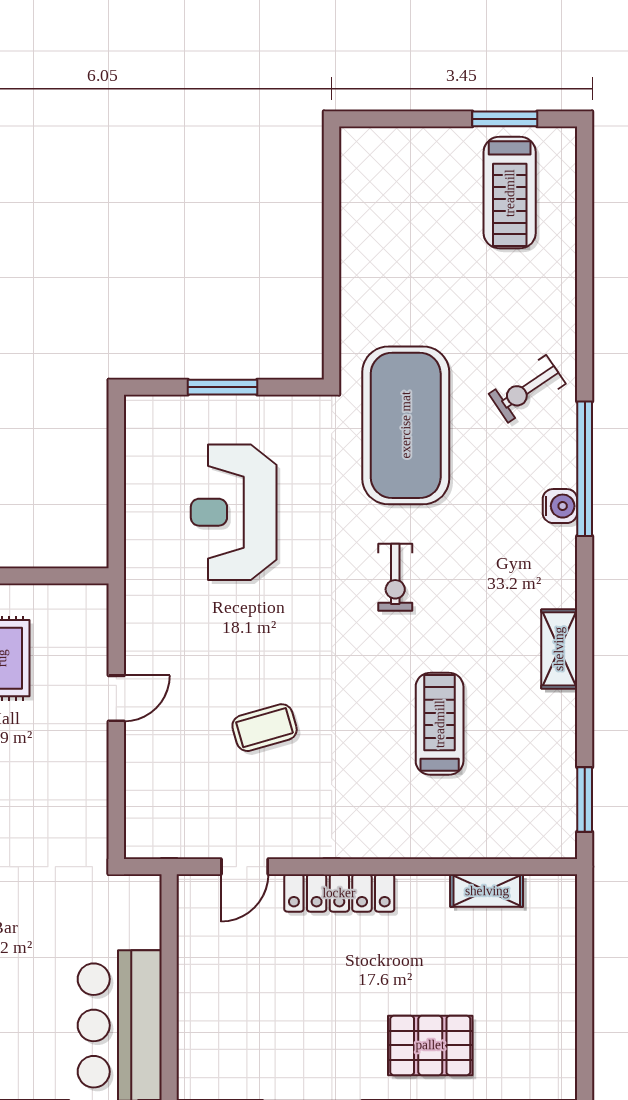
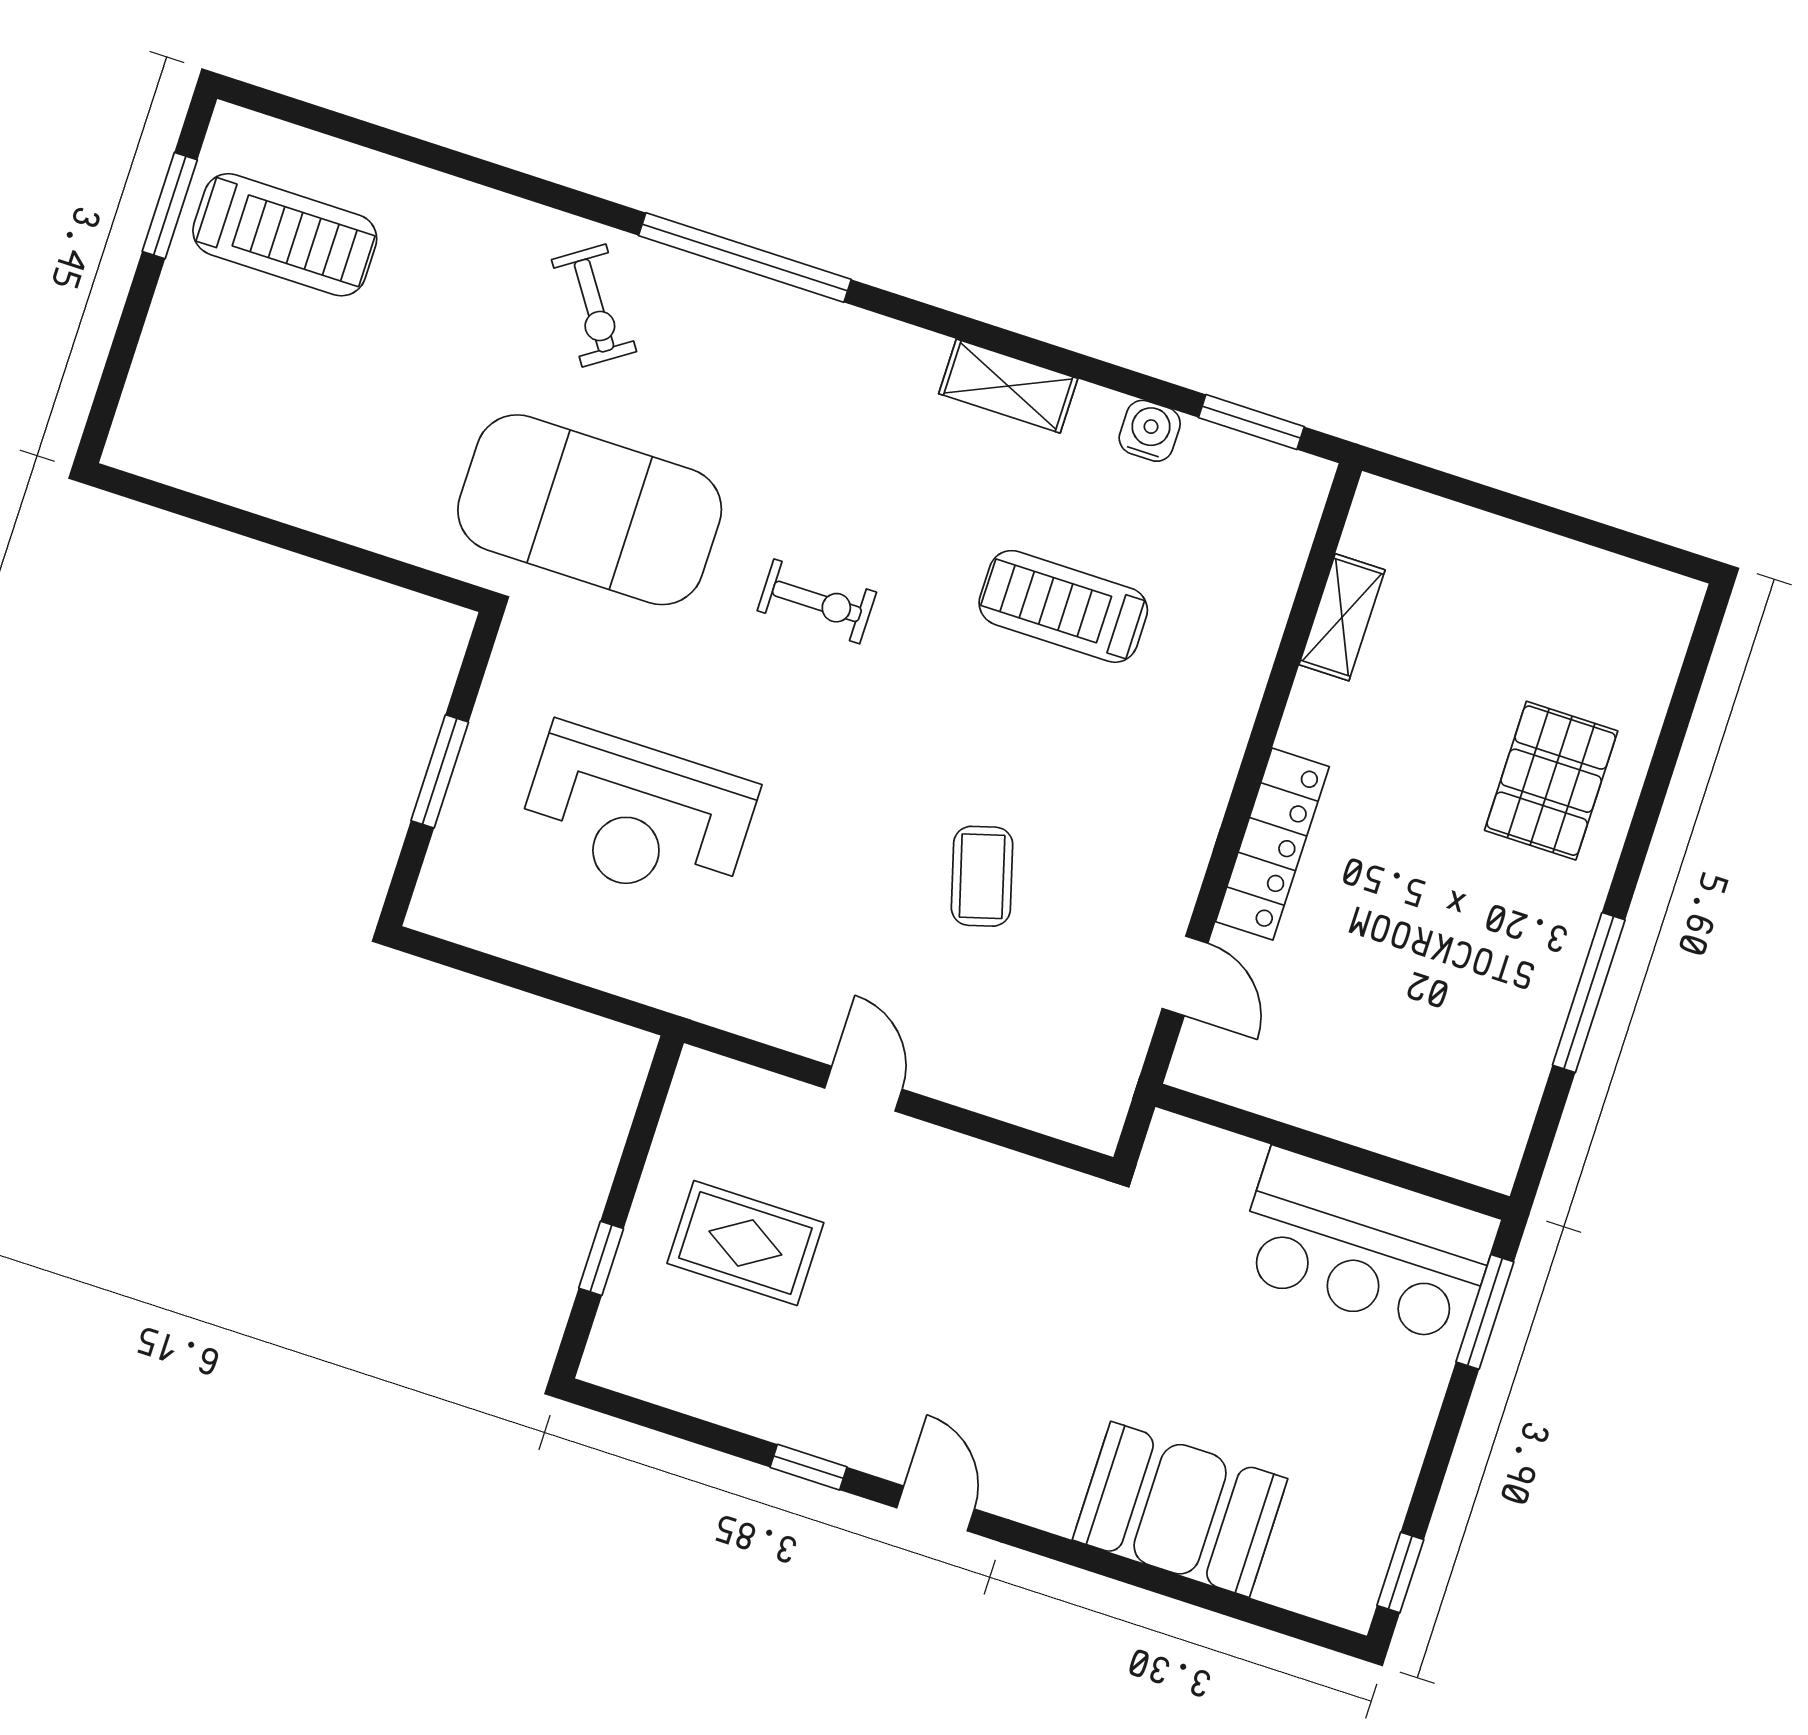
water cooler: (560, 506) -> (1150, 431), moved

